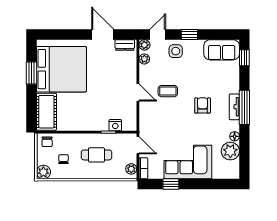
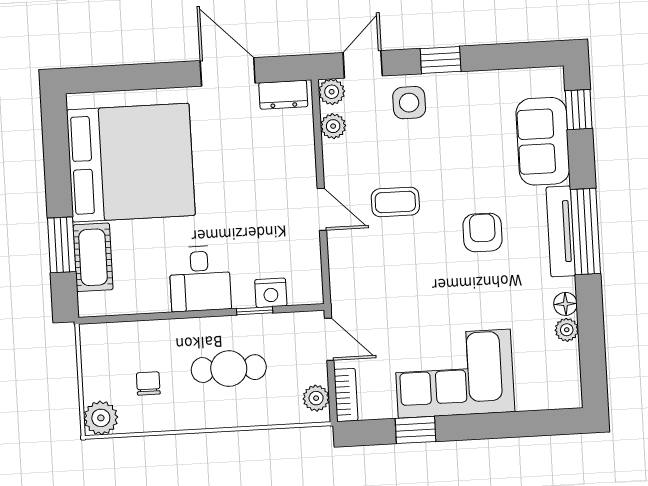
sofa: (222, 50) -> (543, 141), moved, turned 90
window: (31, 73) -> (62, 245), moved
tv unit: (234, 107) -> (561, 231), width x1.41
cot: (46, 112) -> (93, 257), width x0.73, depth x0.75
desk: (87, 118) -> (200, 279), added
chair: (47, 142) -> (106, 343), removed
plant: (230, 151) -> (567, 330), width x0.53, depth x0.53

